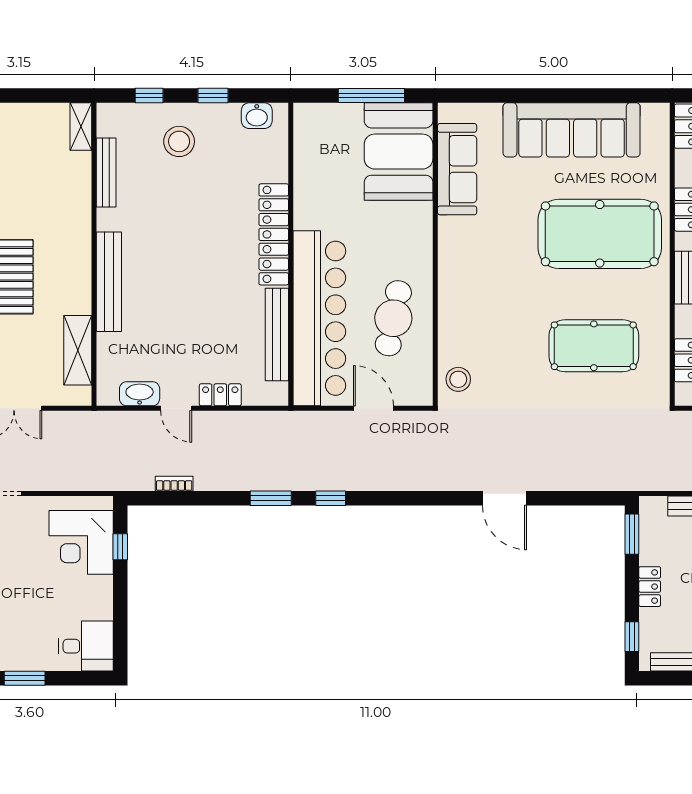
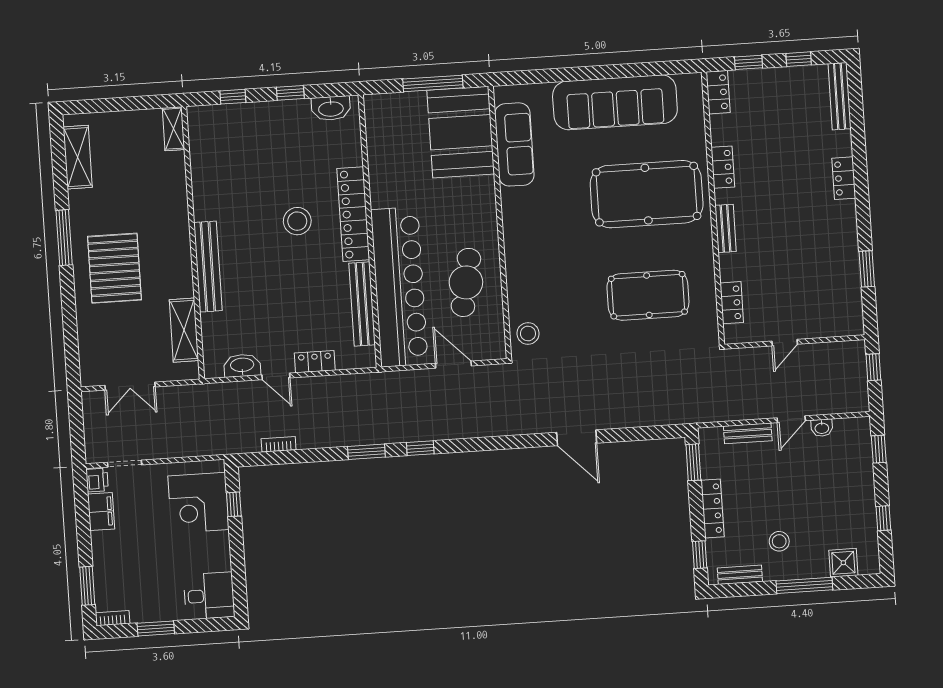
washbasin: (257, 116) -> (331, 108), width x1.38
stool: (179, 141) -> (297, 221), moved
bench: (106, 173) -> (199, 168), removed
locker: (650, 587) -> (713, 508), width x1.53

